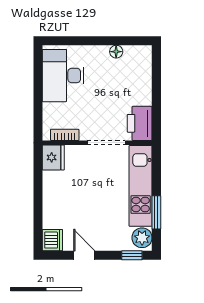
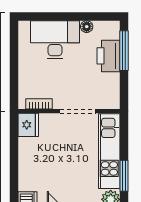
desk: (63, 76) -> (55, 40), moved, turned 90
window: (156, 78) -> (124, 51), added
printer: (140, 123) -> (108, 56), moved

